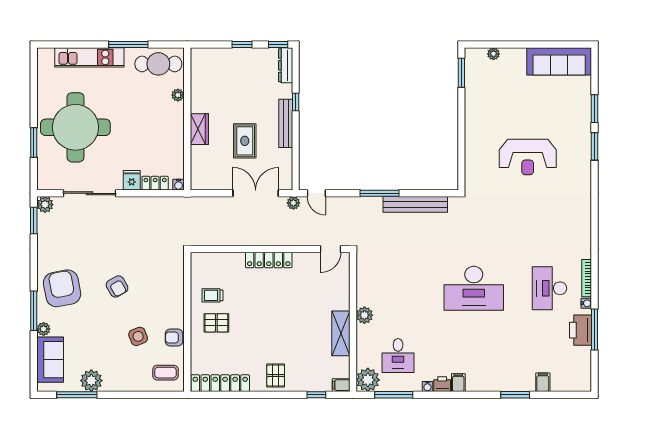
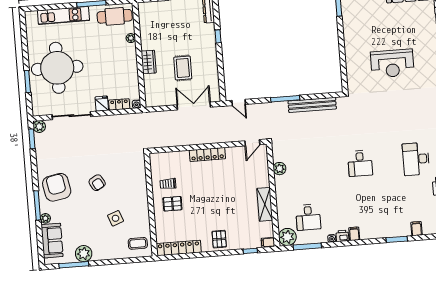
bench: (286, 123) -> (212, 53), removed
plant: (293, 203) -> (222, 111), removed
desk: (474, 288) -> (360, 163), width x0.53, depth x0.77
plant: (364, 315) -> (279, 169), moved
armchair: (174, 337) -> (142, 217), removed

